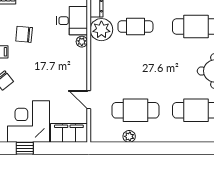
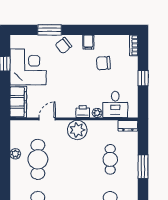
plant: (101, 30) -> (77, 130), moved
chair: (24, 34) -> (103, 63), turned -99
printer: (80, 58) -> (83, 112), added

